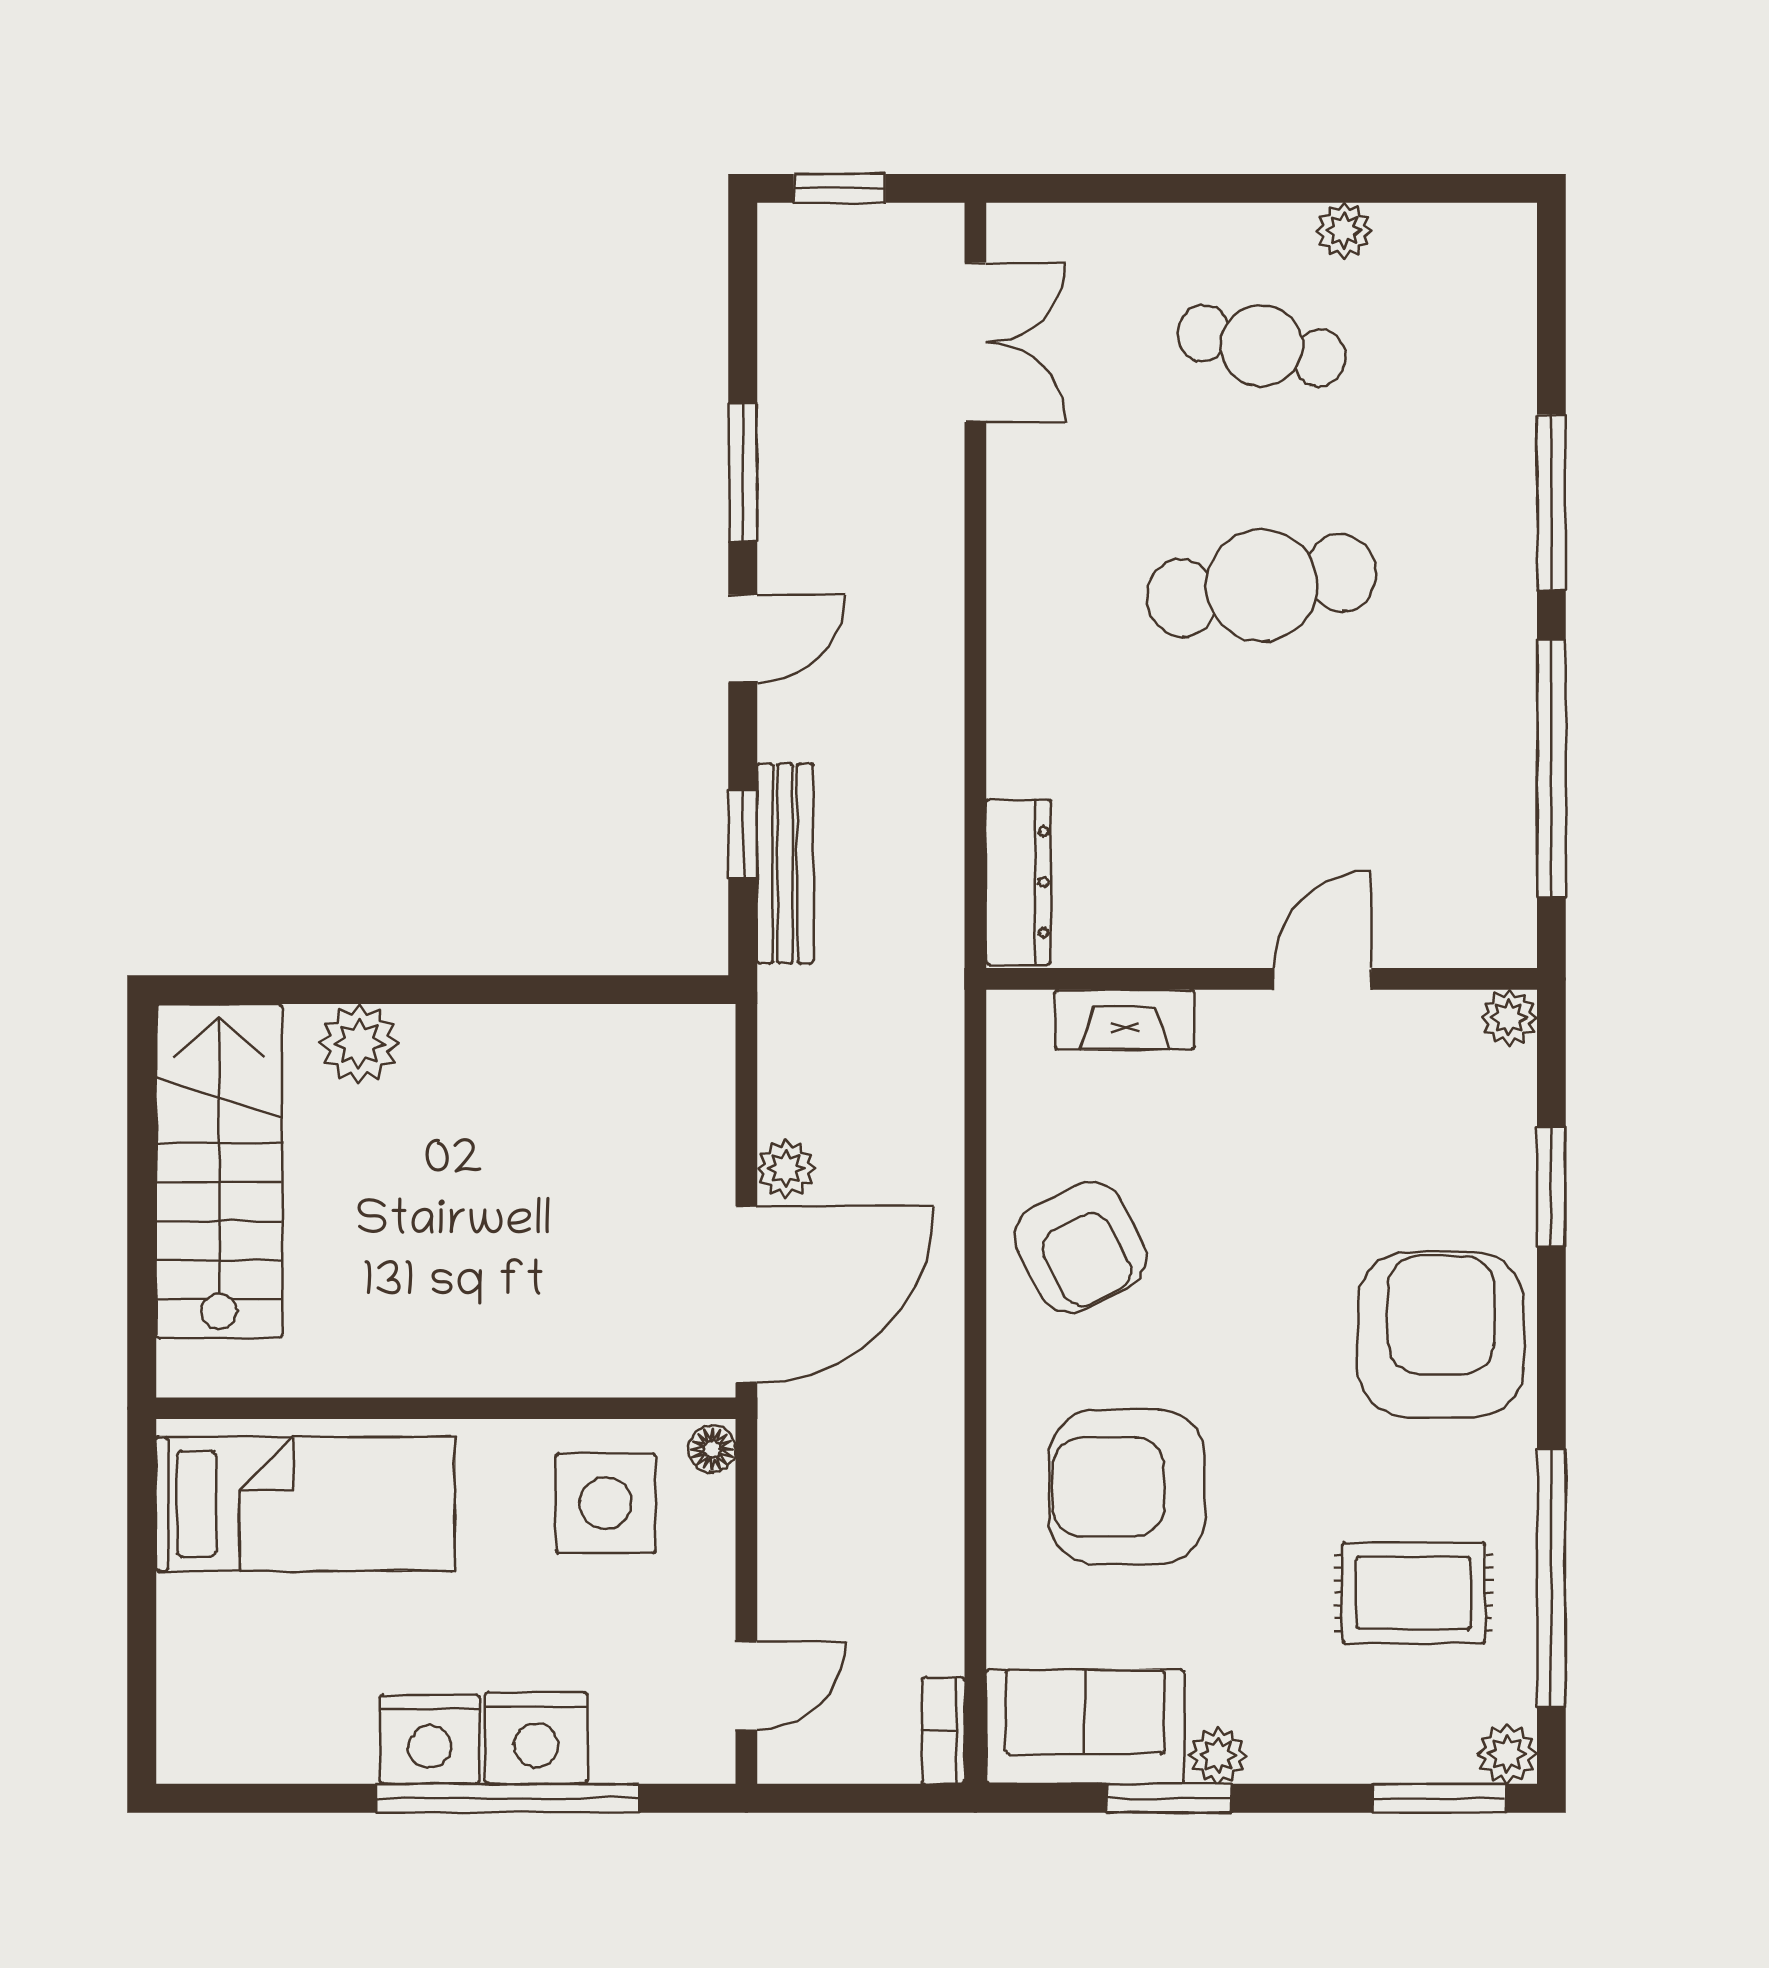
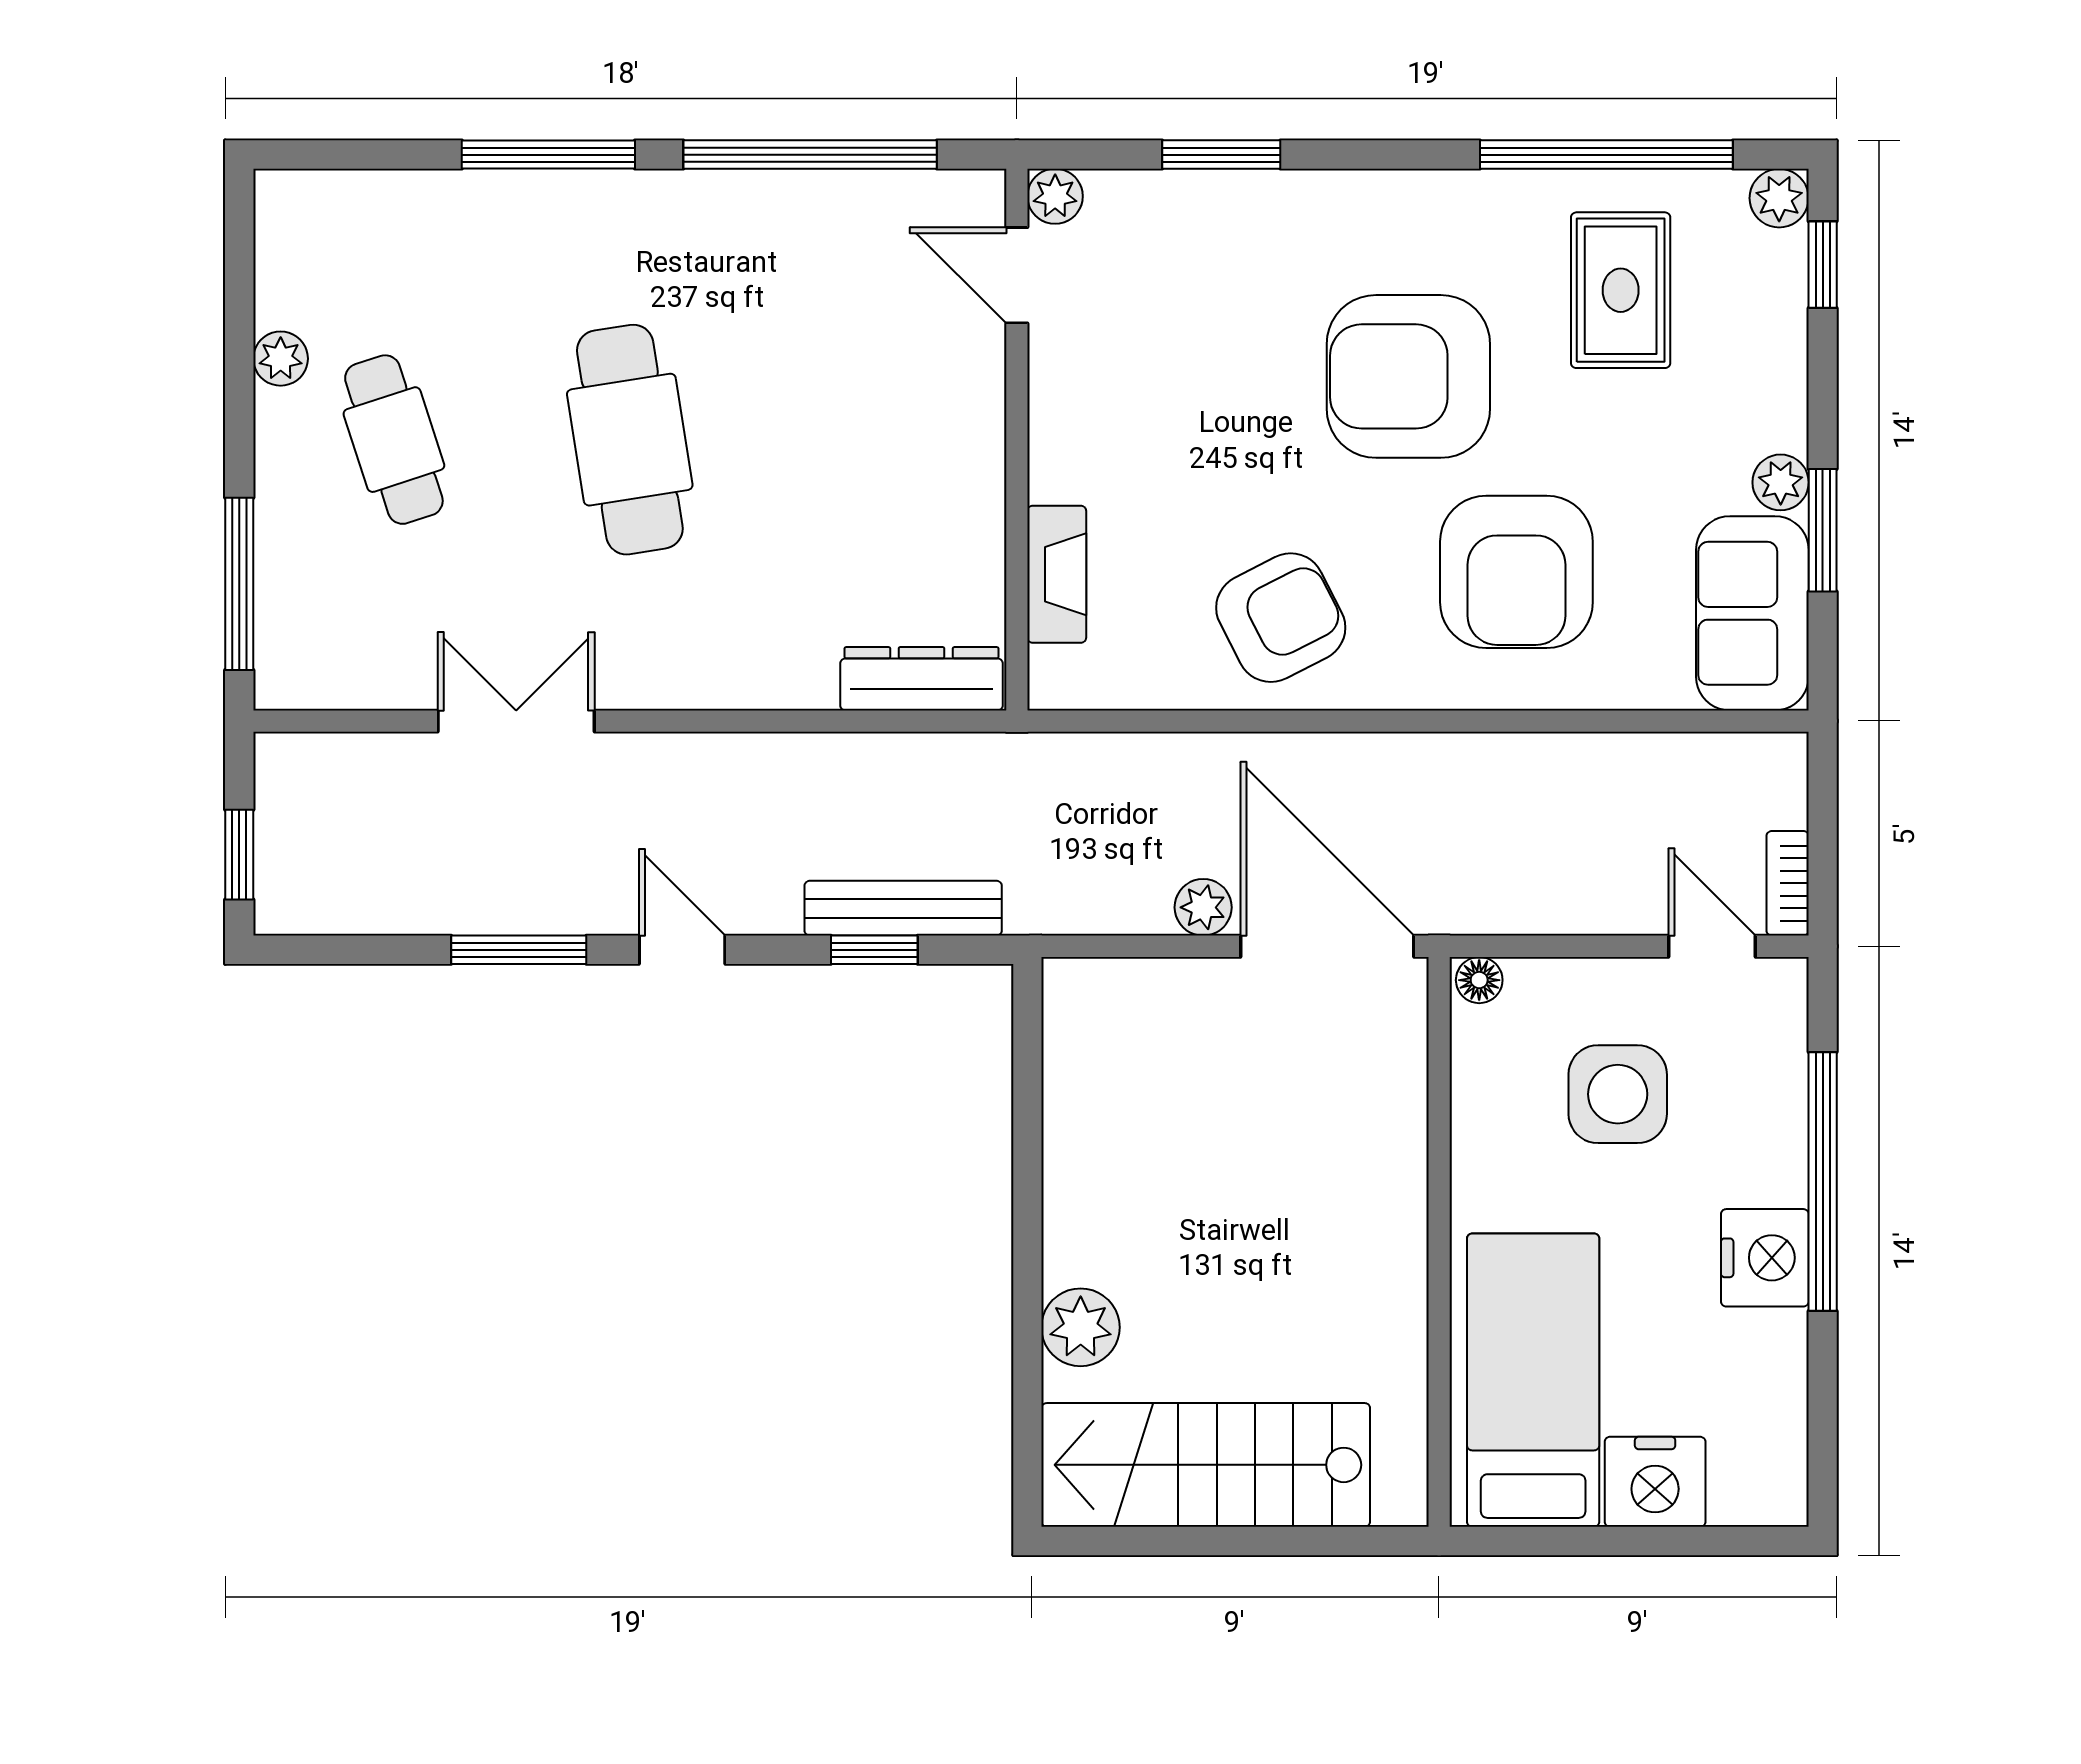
window: (1115, 188) -> (239, 584), added
double door: (975, 342) -> (516, 721), moved
cafe table: (1262, 346) -> (394, 440), turned -30
door: (1322, 979) -> (1017, 275), moved
armchair: (1441, 1335) -> (1408, 376), moved
side table: (606, 1503) -> (1618, 1094), moved
bookcase: (943, 1731) -> (1788, 883), moved, turned 90
nightstand: (536, 1738) -> (1655, 1482), moved, turned 90
window: (1439, 1798) -> (1823, 265), width x0.67

